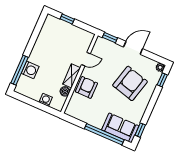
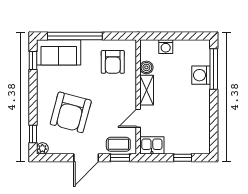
kitchen sink: (85, 37) -> (152, 145), added
coffee table: (107, 47) -> (118, 144), added
armchair: (86, 87) -> (113, 62), moved

